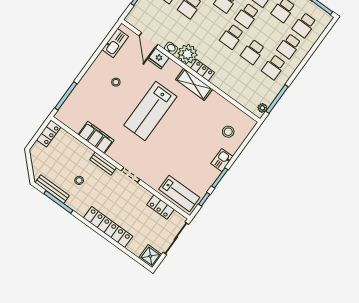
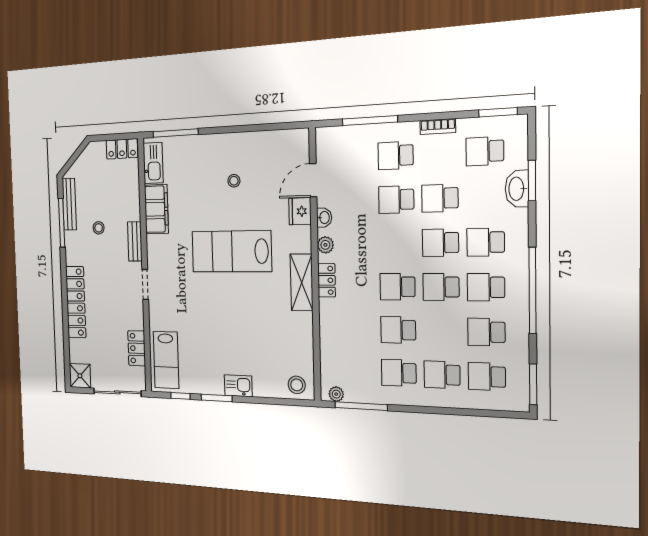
kitchen sink: (115, 43) -> (153, 163), moved, turned -90
plant: (187, 54) -> (325, 245), width x0.53, depth x0.53
stool: (228, 132) -> (297, 385), moved

